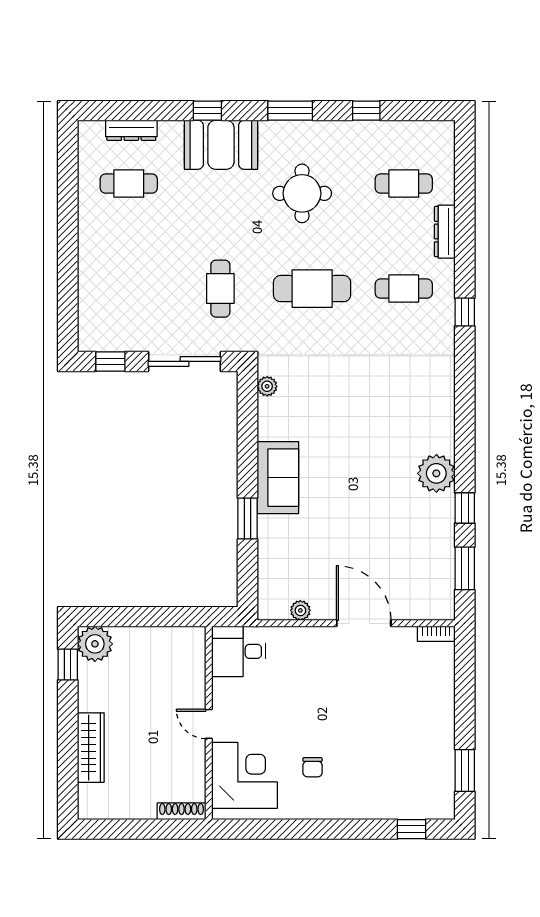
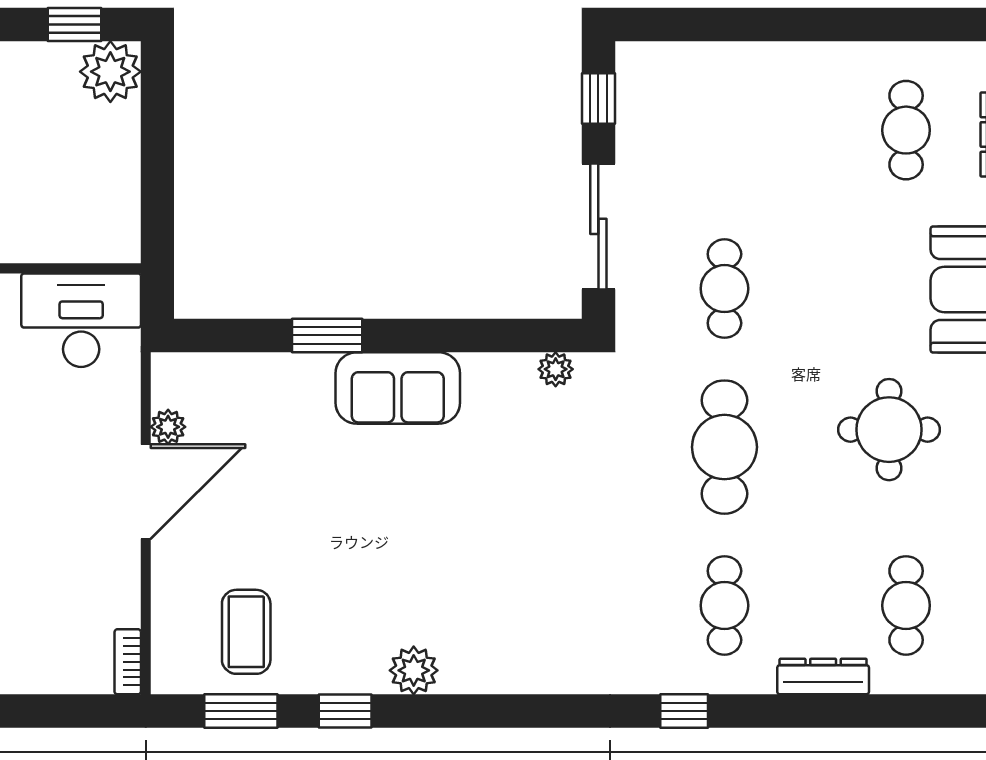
cafe table: (220, 289) -> (724, 289), turned 90
plant: (436, 473) -> (414, 670), width x0.73, depth x0.73
coffee table: (419, 565) -> (246, 632), added
door: (364, 623) -> (146, 492), moved
desk: (239, 651) -> (81, 320), width x1.37

